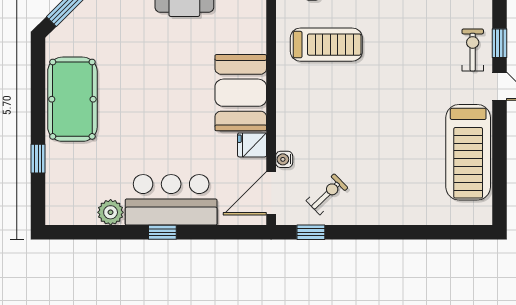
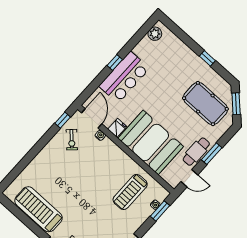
booth: (241, 93) -> (151, 142), width x1.36, depth x1.42
pool table: (72, 99) -> (205, 104), moved
window: (38, 159) -> (207, 58), moved
plant: (111, 212) -> (155, 34), moved

